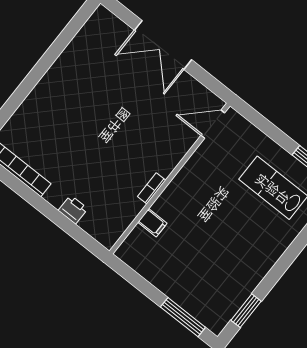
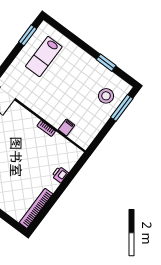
stool: (204, 291) -> (106, 96), added
window: (246, 311) -> (106, 63), moved

